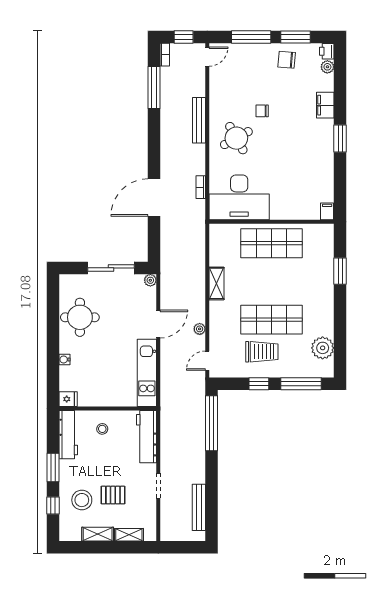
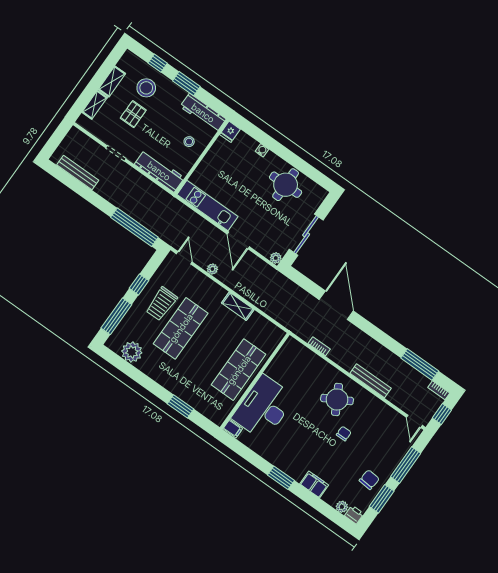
desk: (239, 197) -> (264, 408), moved

